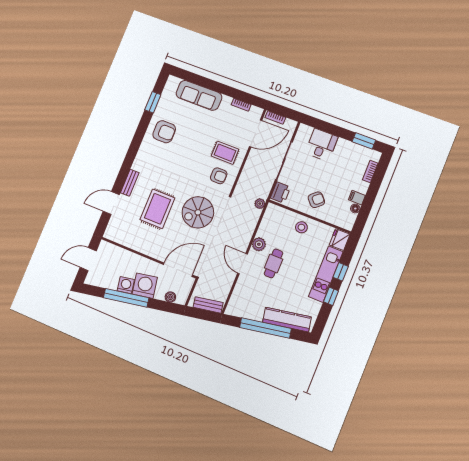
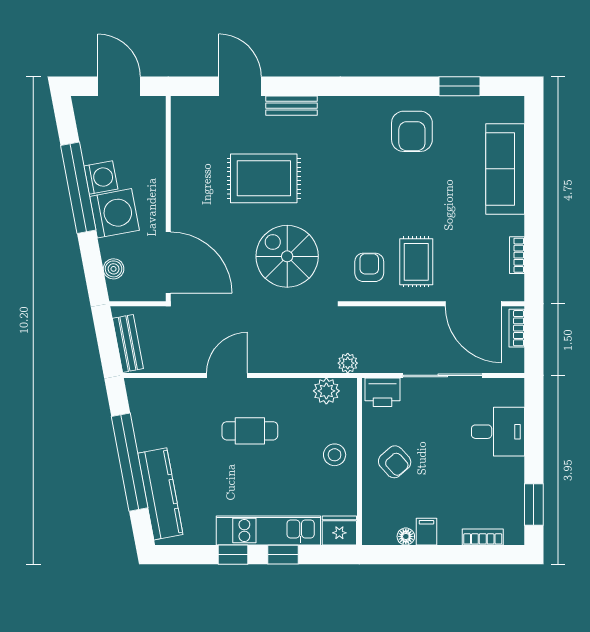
armchair: (219, 176) -> (369, 267), turned 180
plant: (259, 244) -> (326, 391), moved

